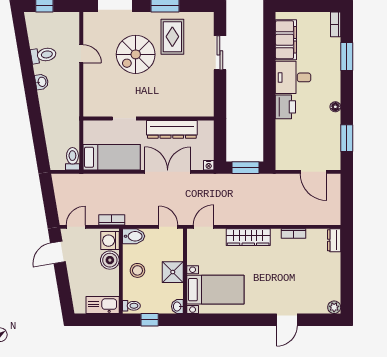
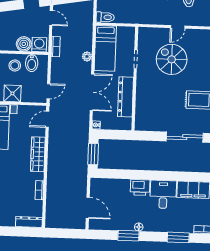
sliding door: (220, 53) -> (185, 137), width x1.37
door: (81, 54) -> (178, 27), moved
spiral stairs: (136, 54) -> (172, 59), moved
window: (347, 138) -> (128, 236), moved
door: (313, 172) -> (88, 208), swing flipped
plant: (123, 180) -> (87, 56), added
door: (204, 227) -> (47, 119), swing flipped
bidet: (134, 236) -> (32, 63), moved
dresser: (334, 240) -> (29, 222), width x1.44

